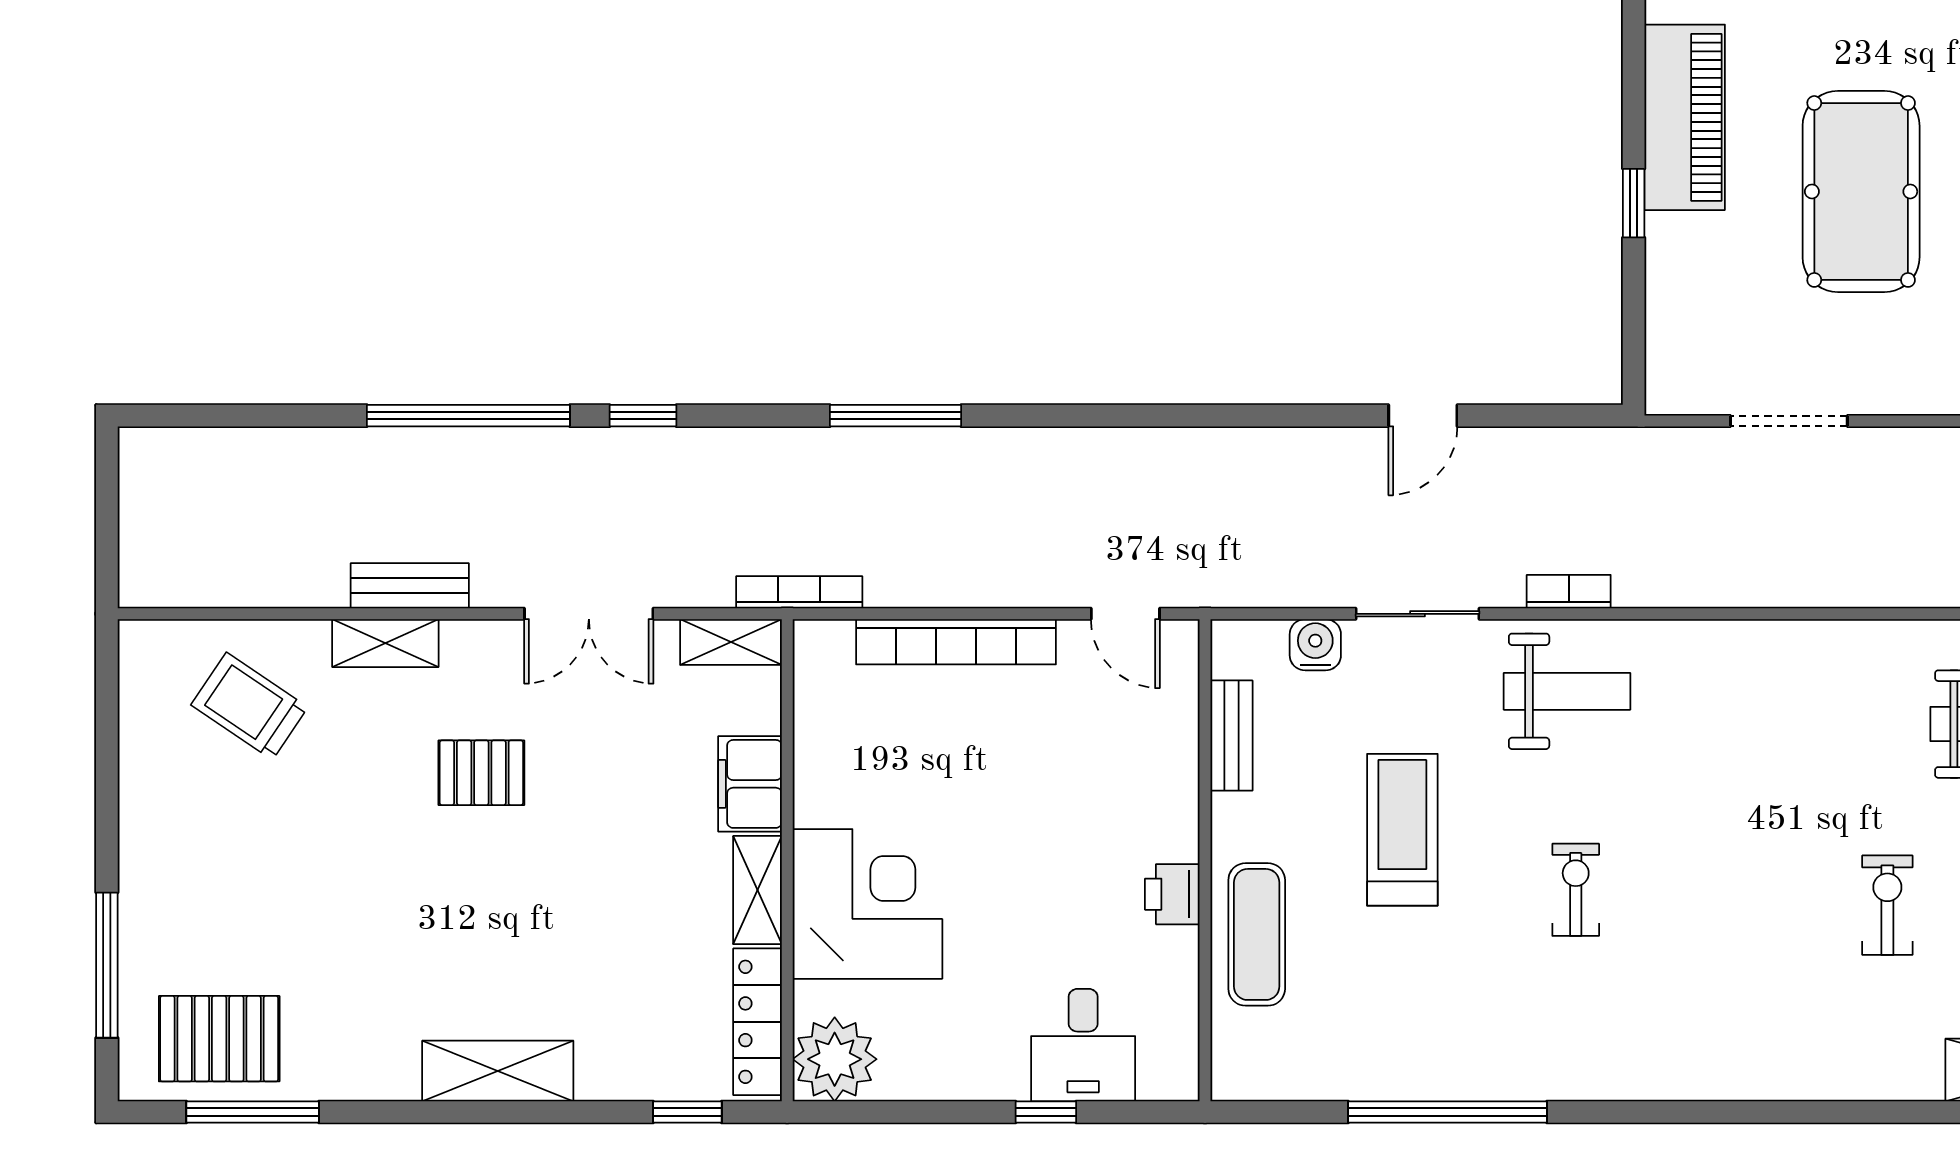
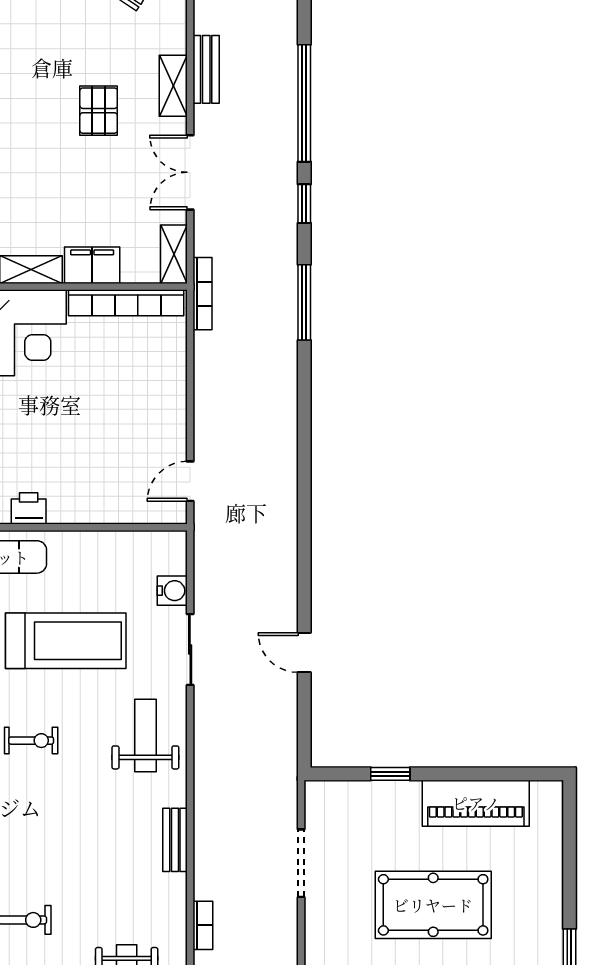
window: (1634, 203) -> (390, 774), moved
window: (896, 416) -> (304, 302), moved
bookcase: (1569, 592) -> (203, 925), moved
bookcase: (956, 642) -> (126, 303), moved, turned -90
shelving: (385, 643) -> (173, 86), moved
weight bench: (1567, 691) -> (145, 736), turned 180
bench: (1231, 736) -> (175, 840), moved, turned 90
treadmill: (1402, 830) -> (66, 641), width x1.37, depth x1.38

